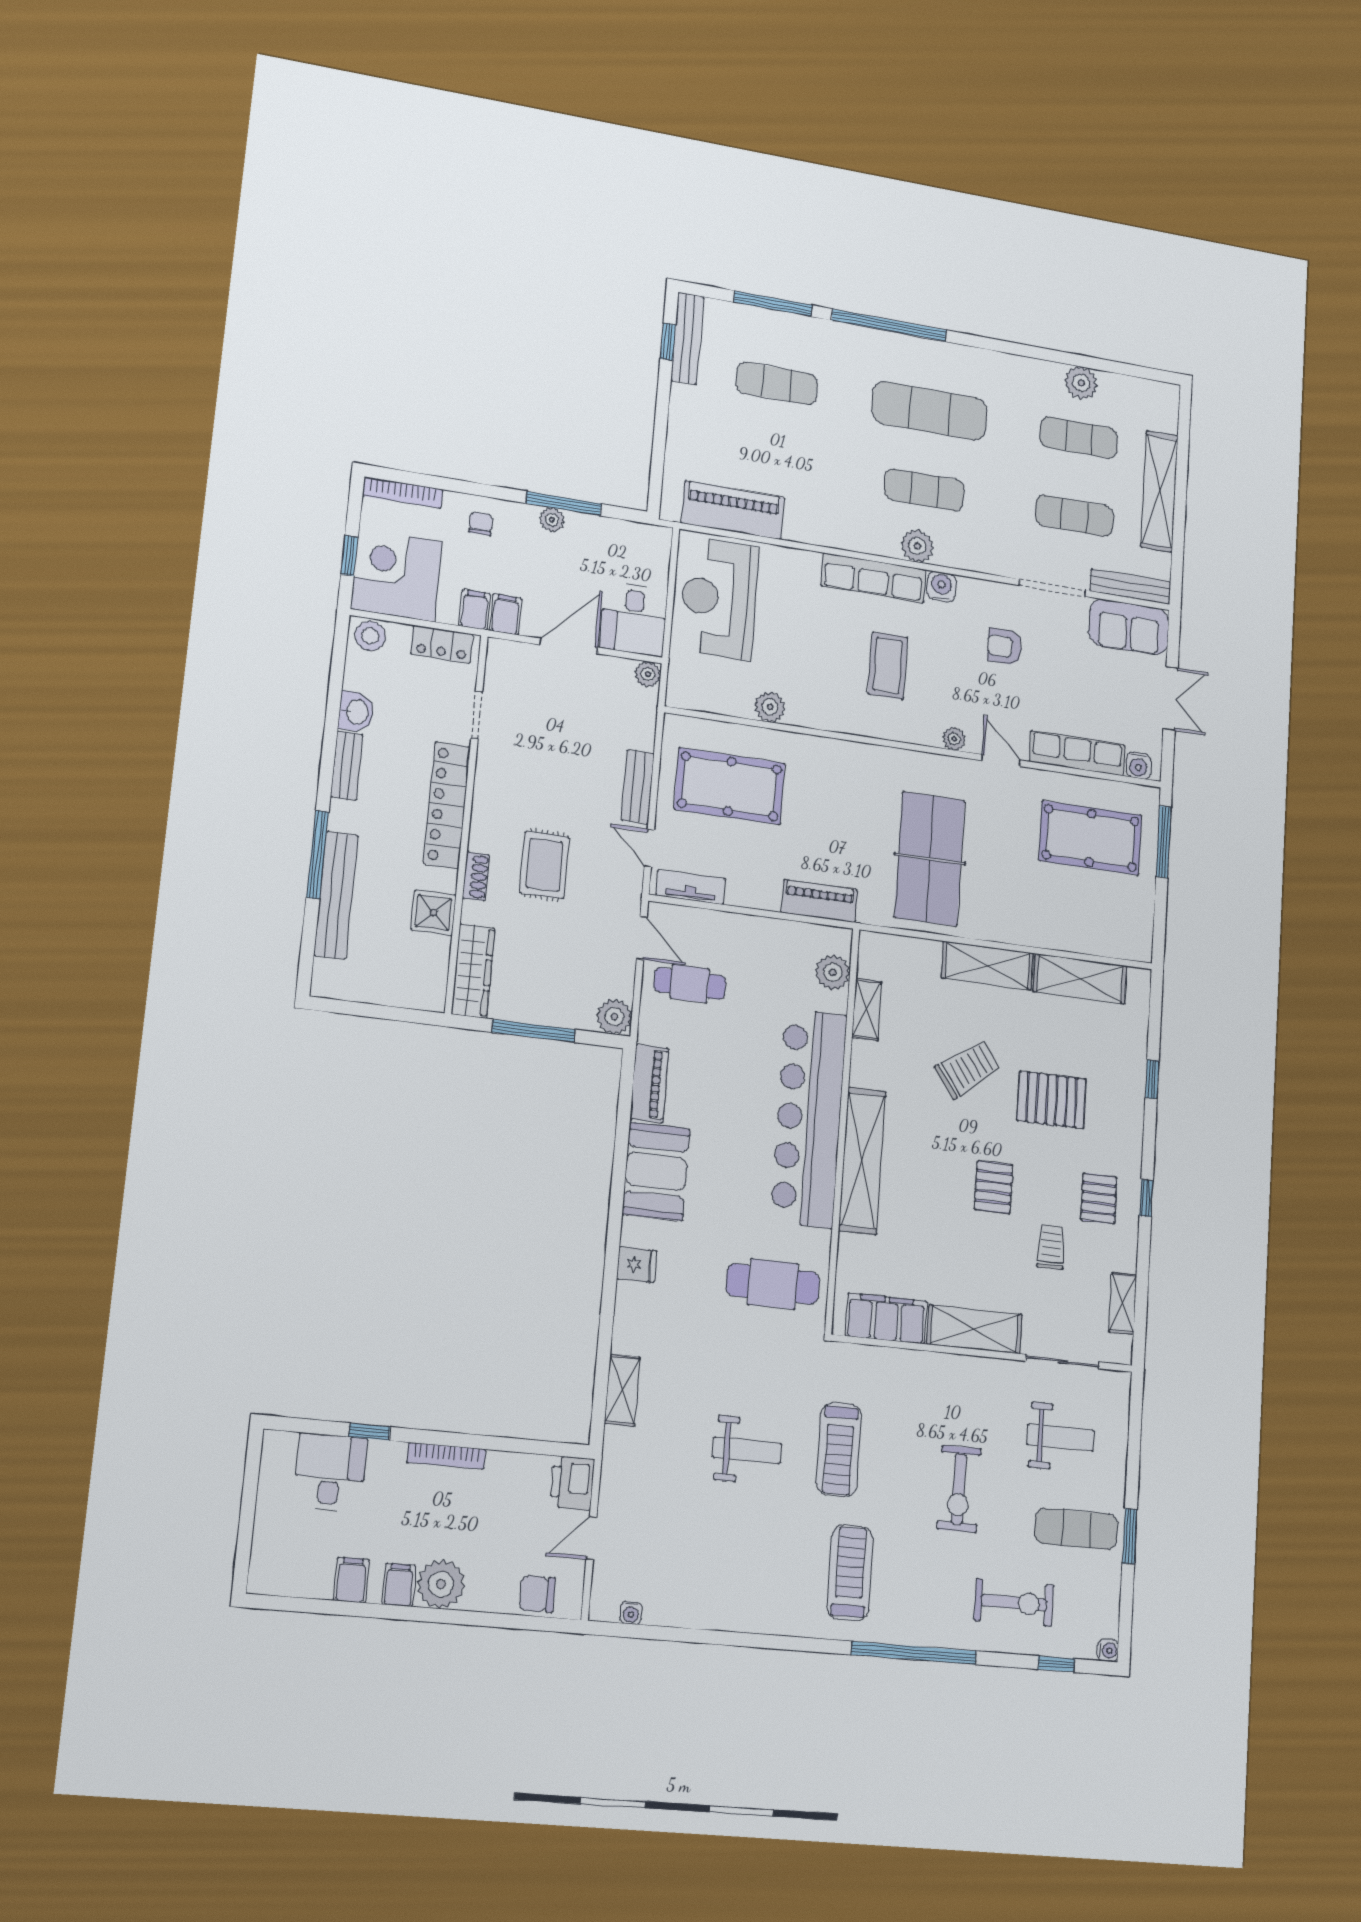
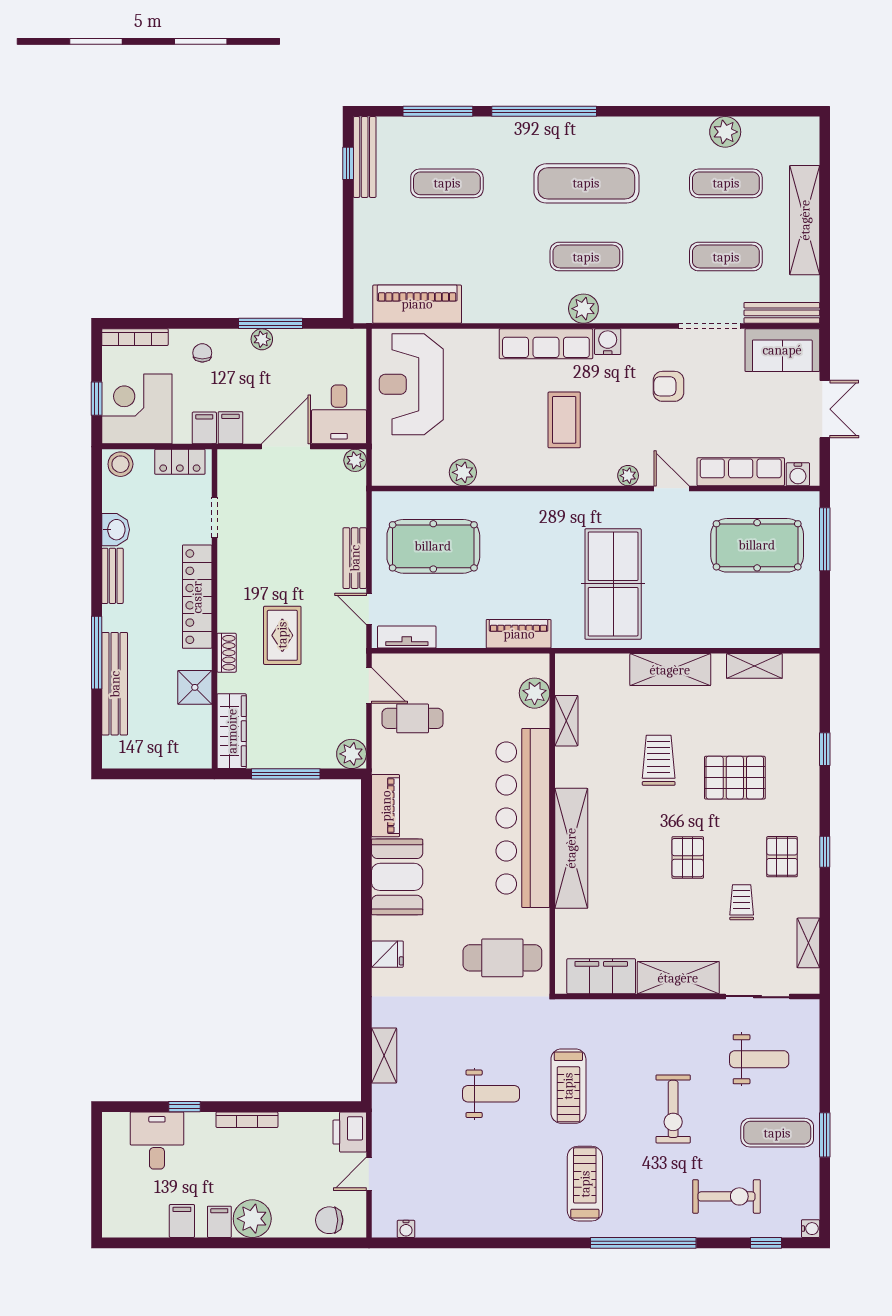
shelving: (1080, 979) -> (754, 666), width x0.67, depth x0.75
trolley: (968, 1069) -> (659, 760), turned -54

